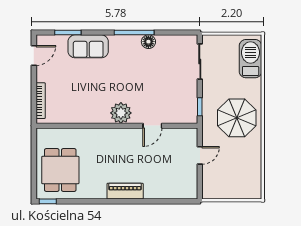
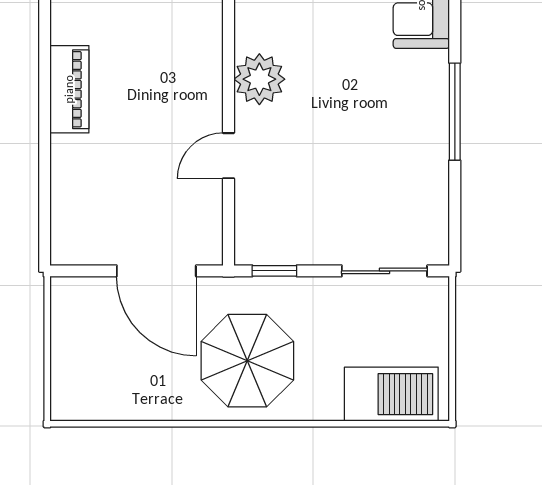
floor lamp: (148, 42) -> (432, 146), removed
door: (152, 126) -> (228, 156), hinge flipped
door: (200, 155) -> (156, 271), width x1.88

